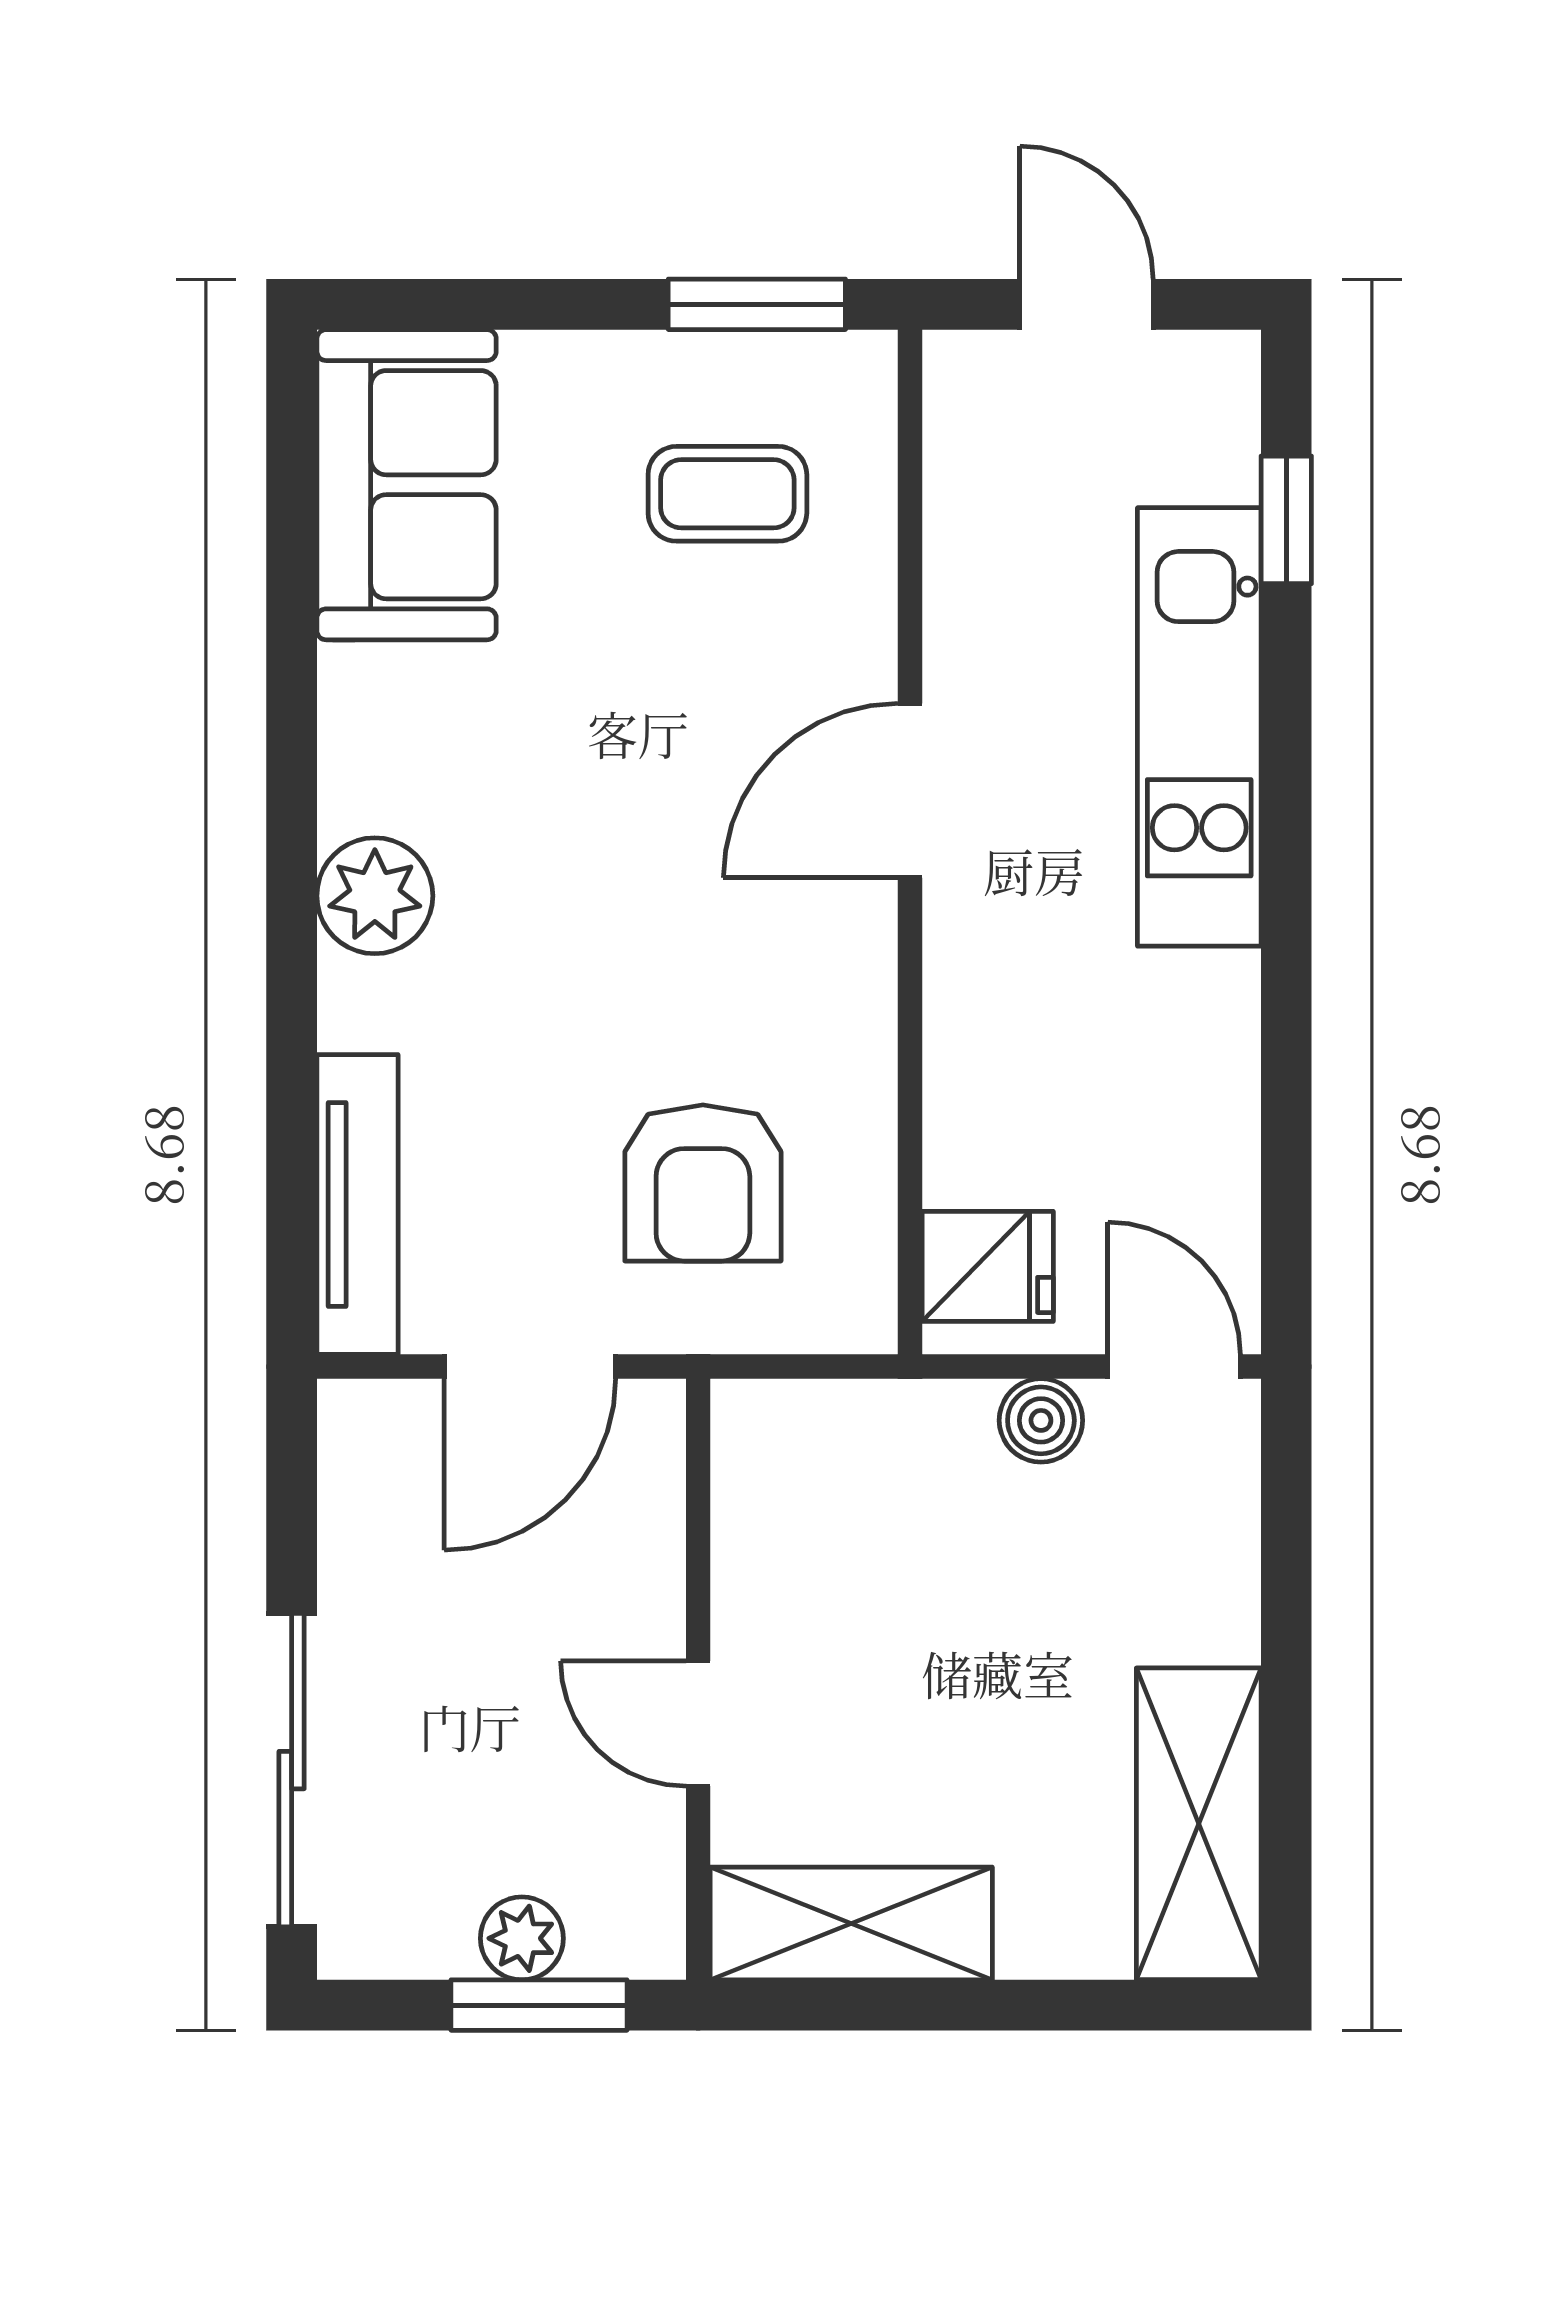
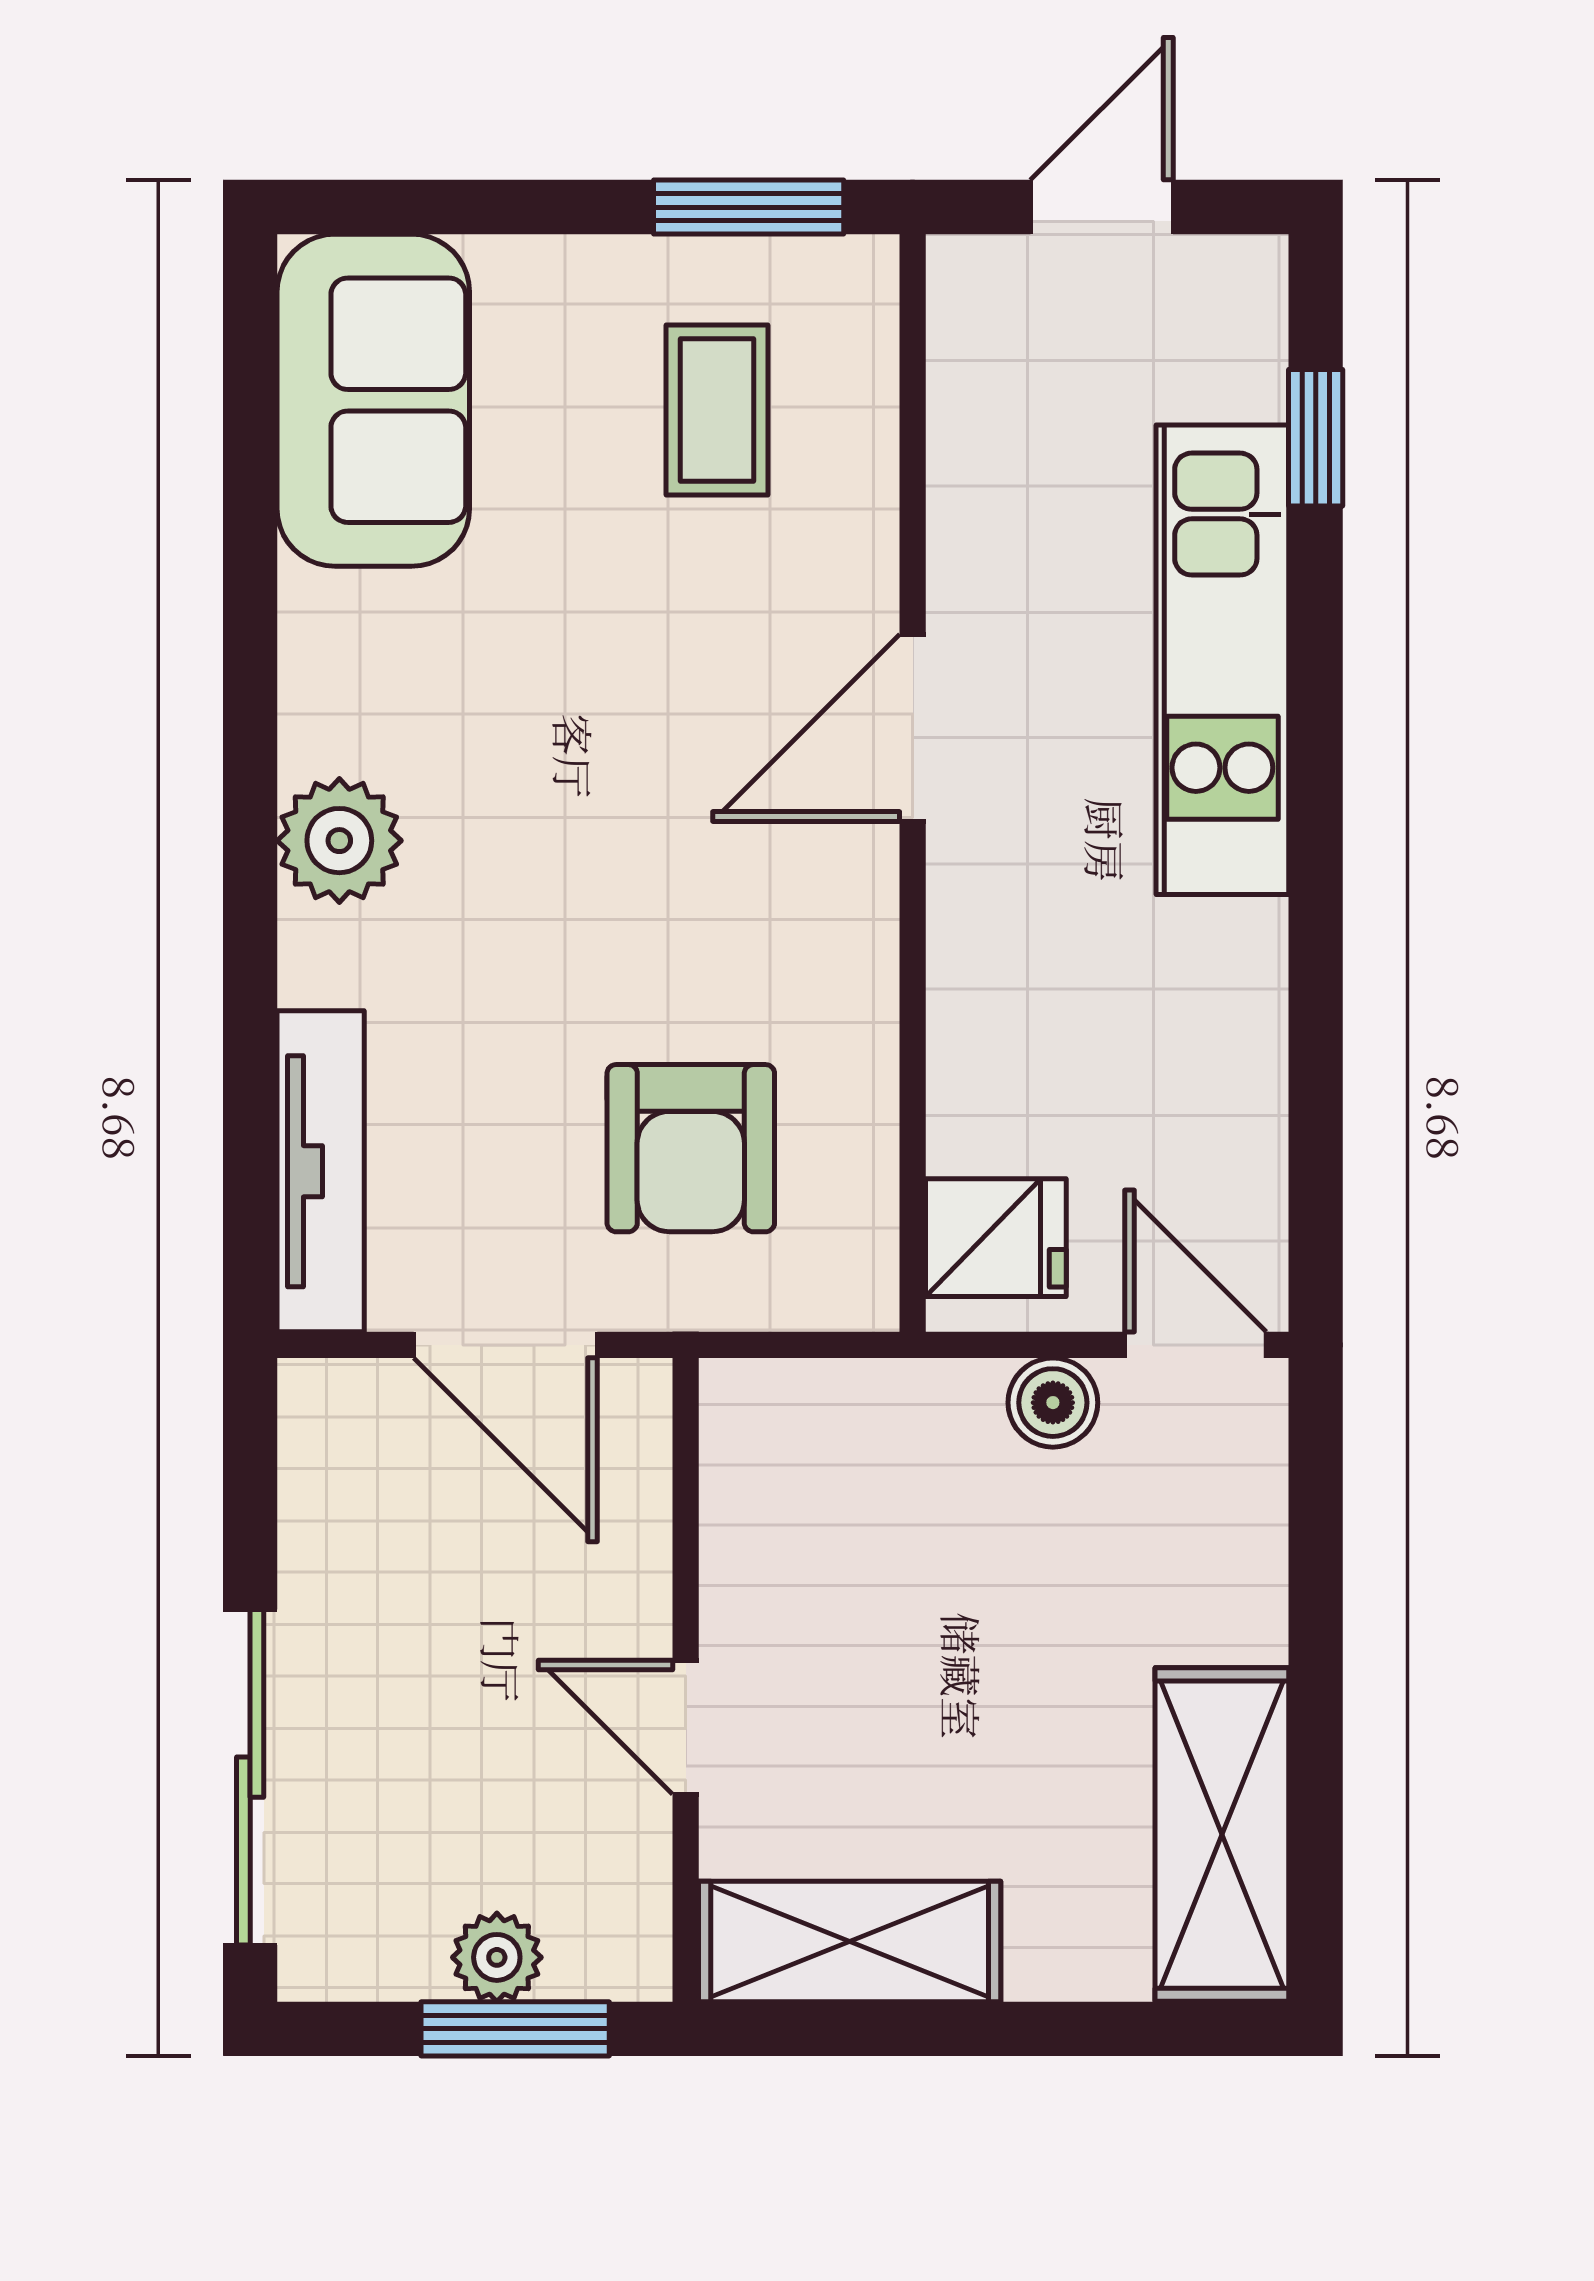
door: (1087, 304) -> (1102, 207), hinge flipped
coffee table: (727, 494) -> (717, 410), turned 90
door: (530, 1367) -> (506, 1345), hinge flipped

